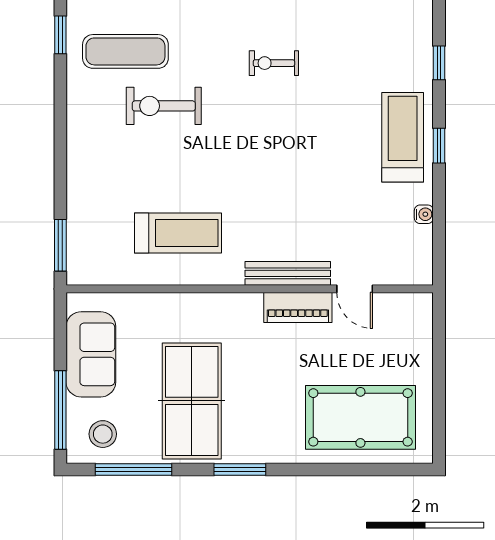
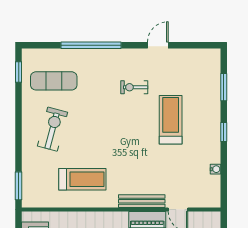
window: (439, 63) -> (224, 87), width x1.50
exercise bike: (164, 106) -> (53, 129), moved, turned 105
treadmill: (403, 137) -> (171, 120), moved

